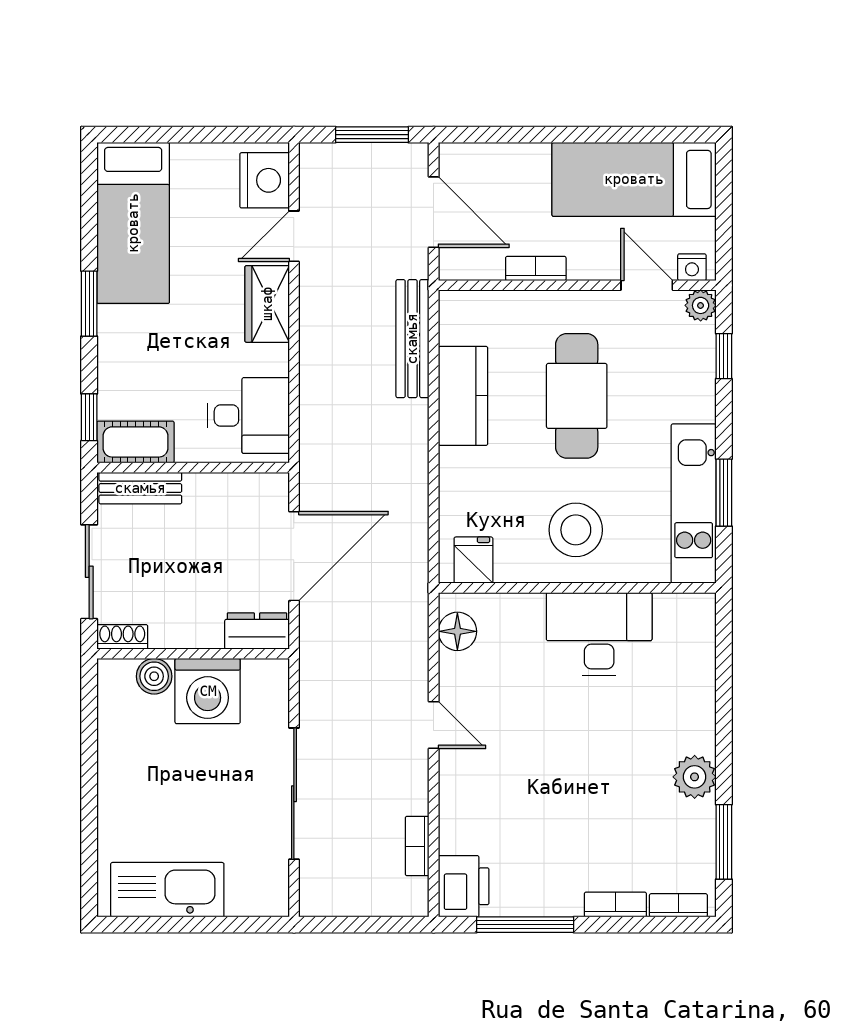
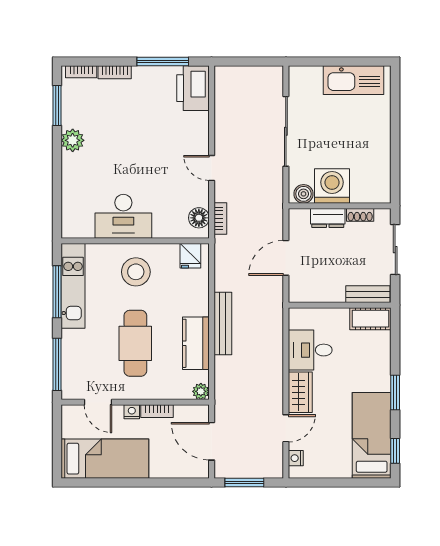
nightstand: (265, 180) -> (296, 458), width x0.53, depth x0.56
nightstand: (692, 267) -> (132, 412), moved
plant: (701, 305) -> (201, 391), moved
bench: (412, 339) -> (223, 324), moved
window: (724, 356) -> (57, 364), width x2.17
desk: (249, 416) -> (310, 350), moved
window: (89, 417) -> (395, 451), moved
window: (724, 493) -> (57, 292), width x1.44
door: (294, 556) -> (286, 258), width x0.73
dresser: (257, 631) -> (328, 218), moved
shoe rack: (122, 637) -> (360, 215), moved
boiler: (154, 676) -> (303, 194), moved
bookcase: (417, 846) -> (220, 218), moved
printer: (464, 886) -> (193, 88), width x1.37, depth x1.19

